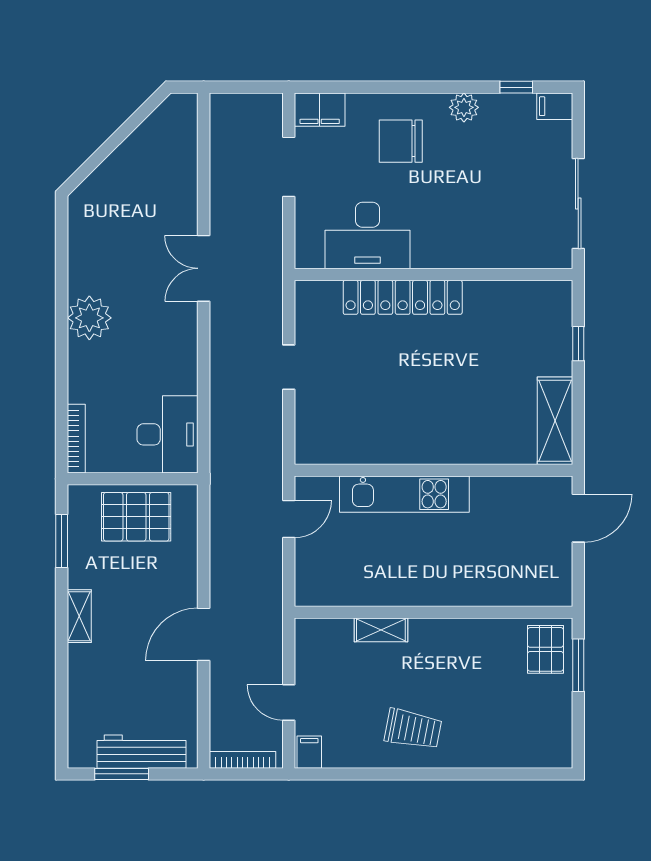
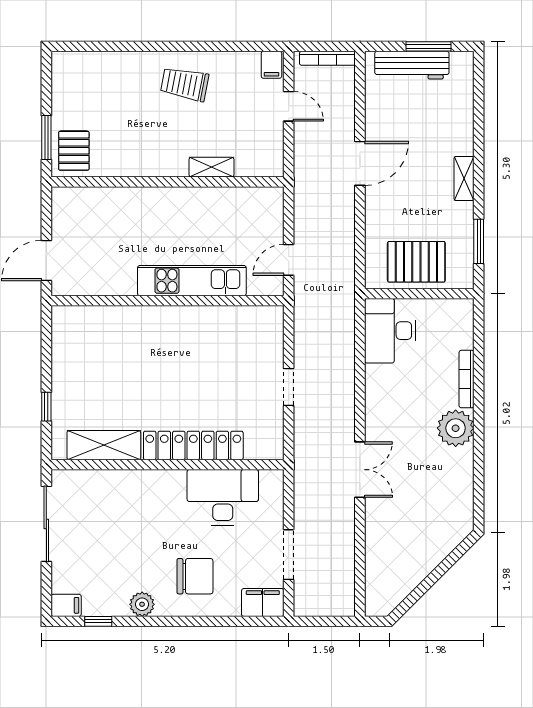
shelving: (555, 421) -> (104, 445), moved, turned 90
bookcase: (76, 439) -> (467, 379), moved

